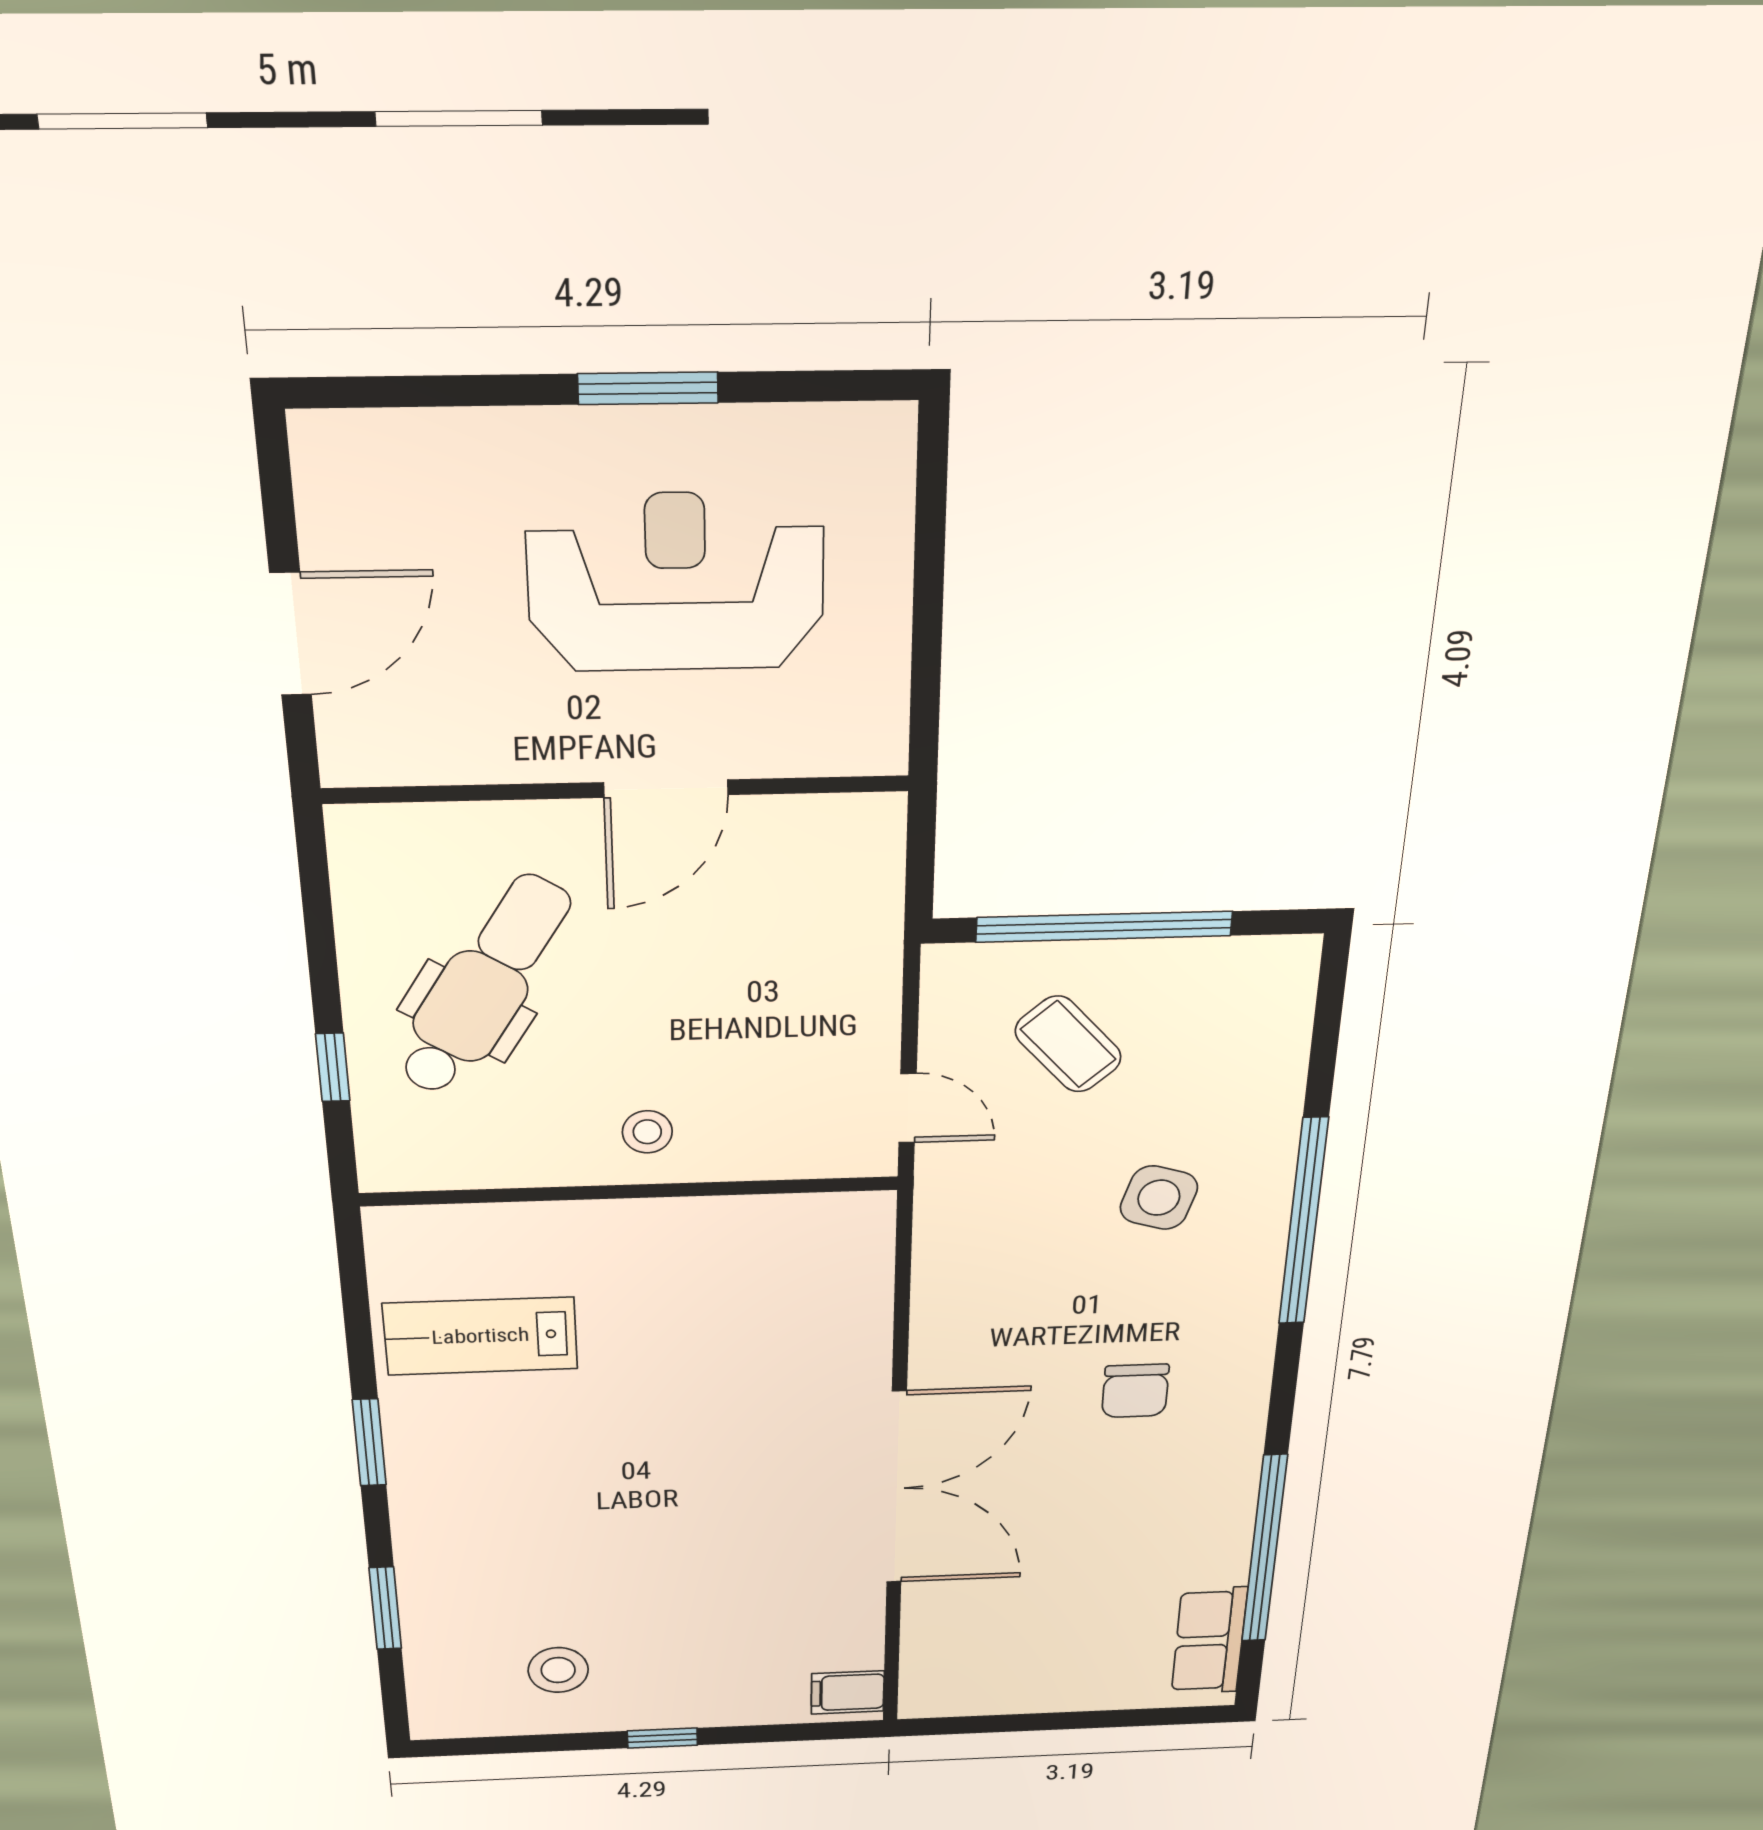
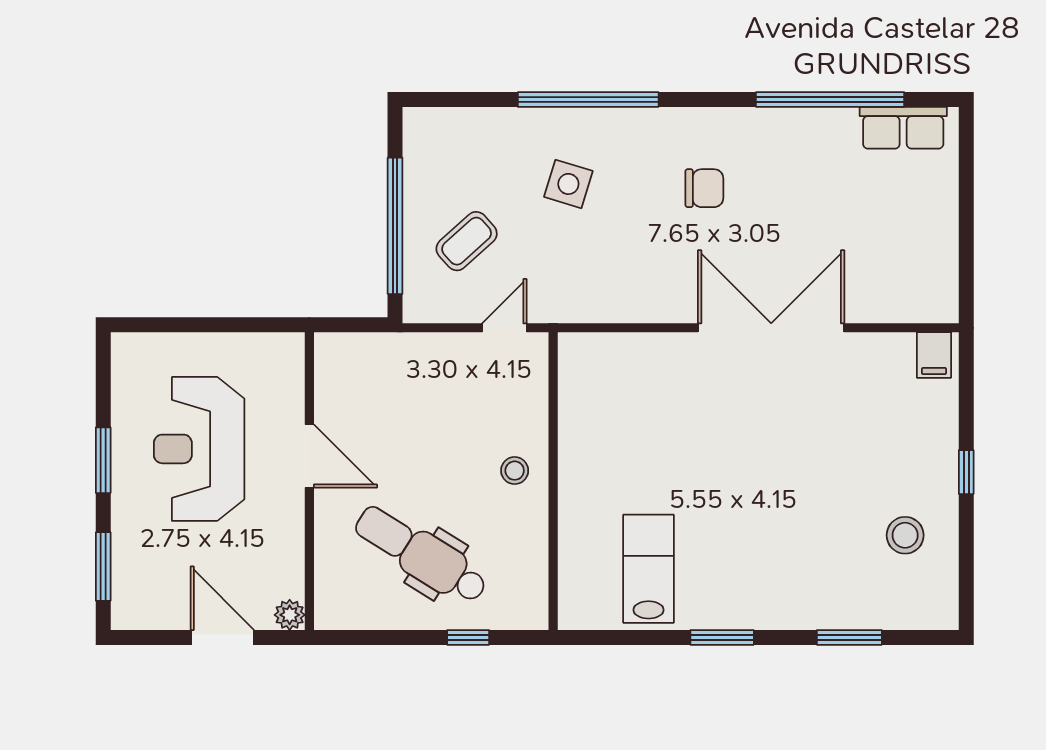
window: (420, 391) -> (103, 566), added
plant: (348, 760) -> (290, 615), added
lab bench: (481, 1336) -> (649, 569), turned 180

